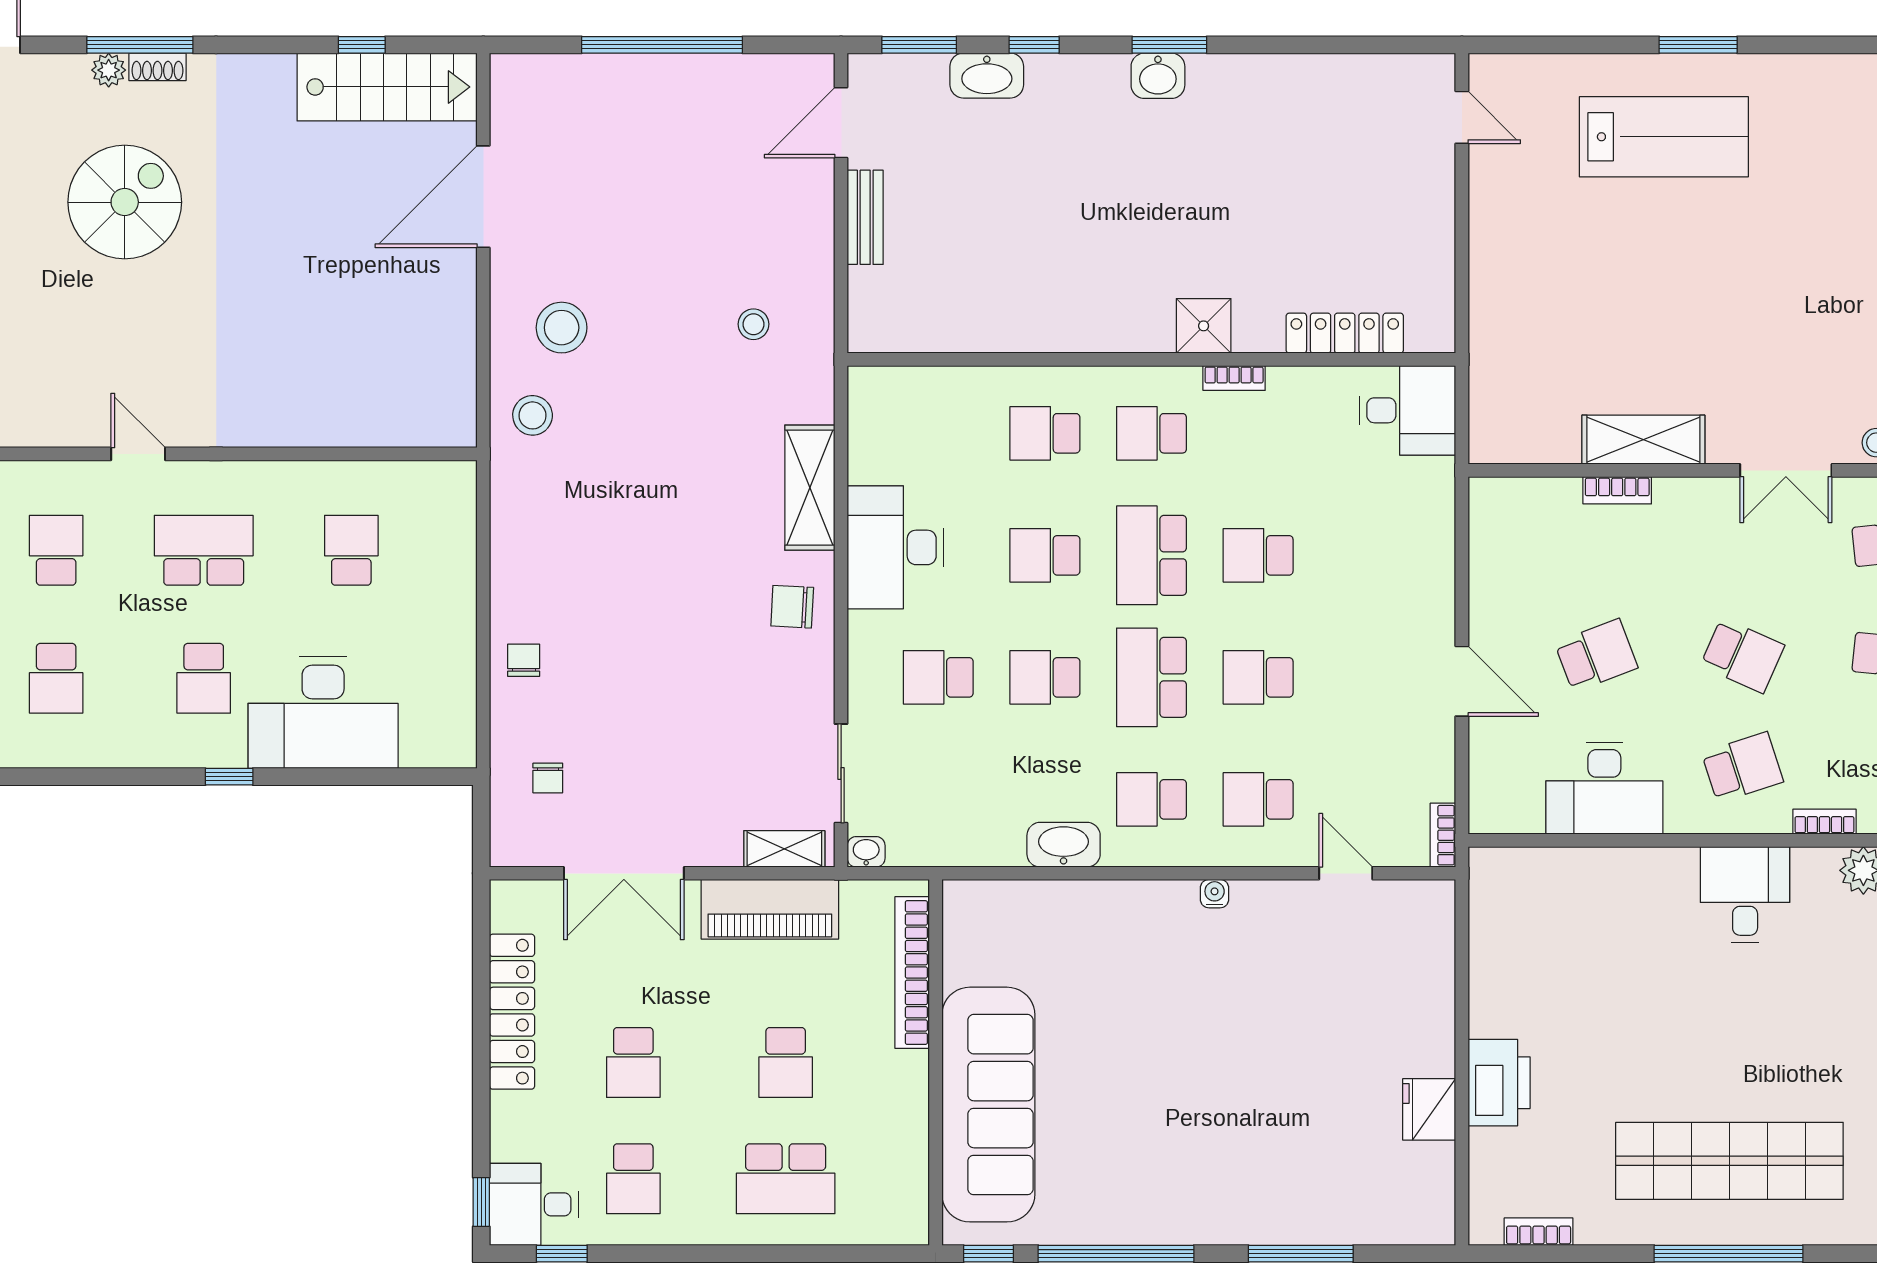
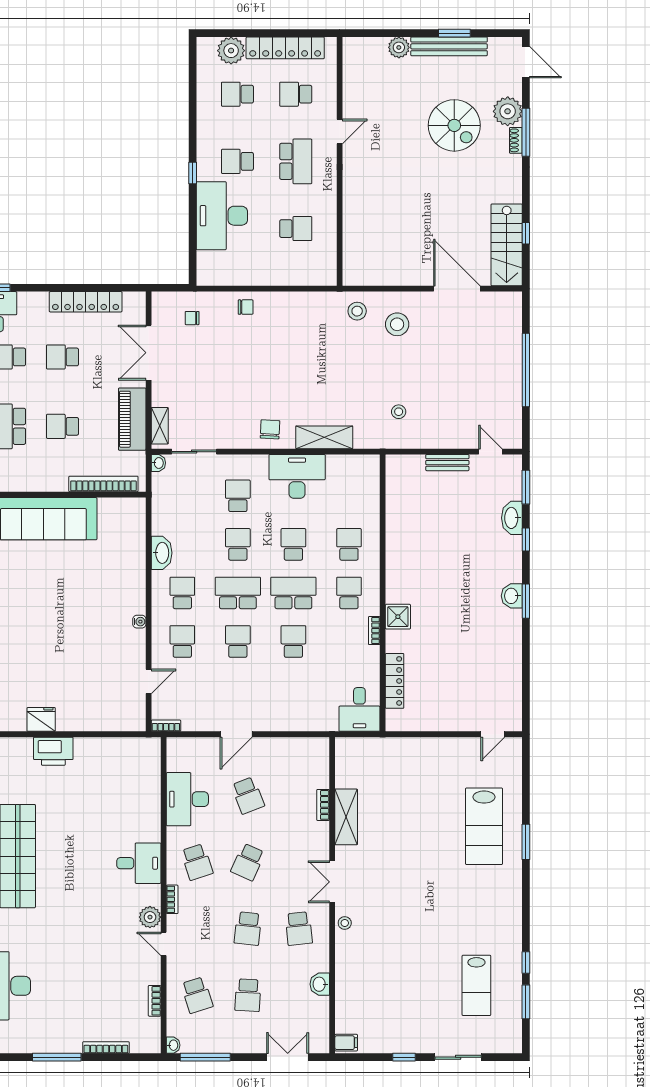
plant: (109, 70) -> (508, 111), width x1.87, depth x1.87
door: (841, 123) -> (490, 452), width x0.73
school desk: (56, 550) -> (296, 94), turned 180

